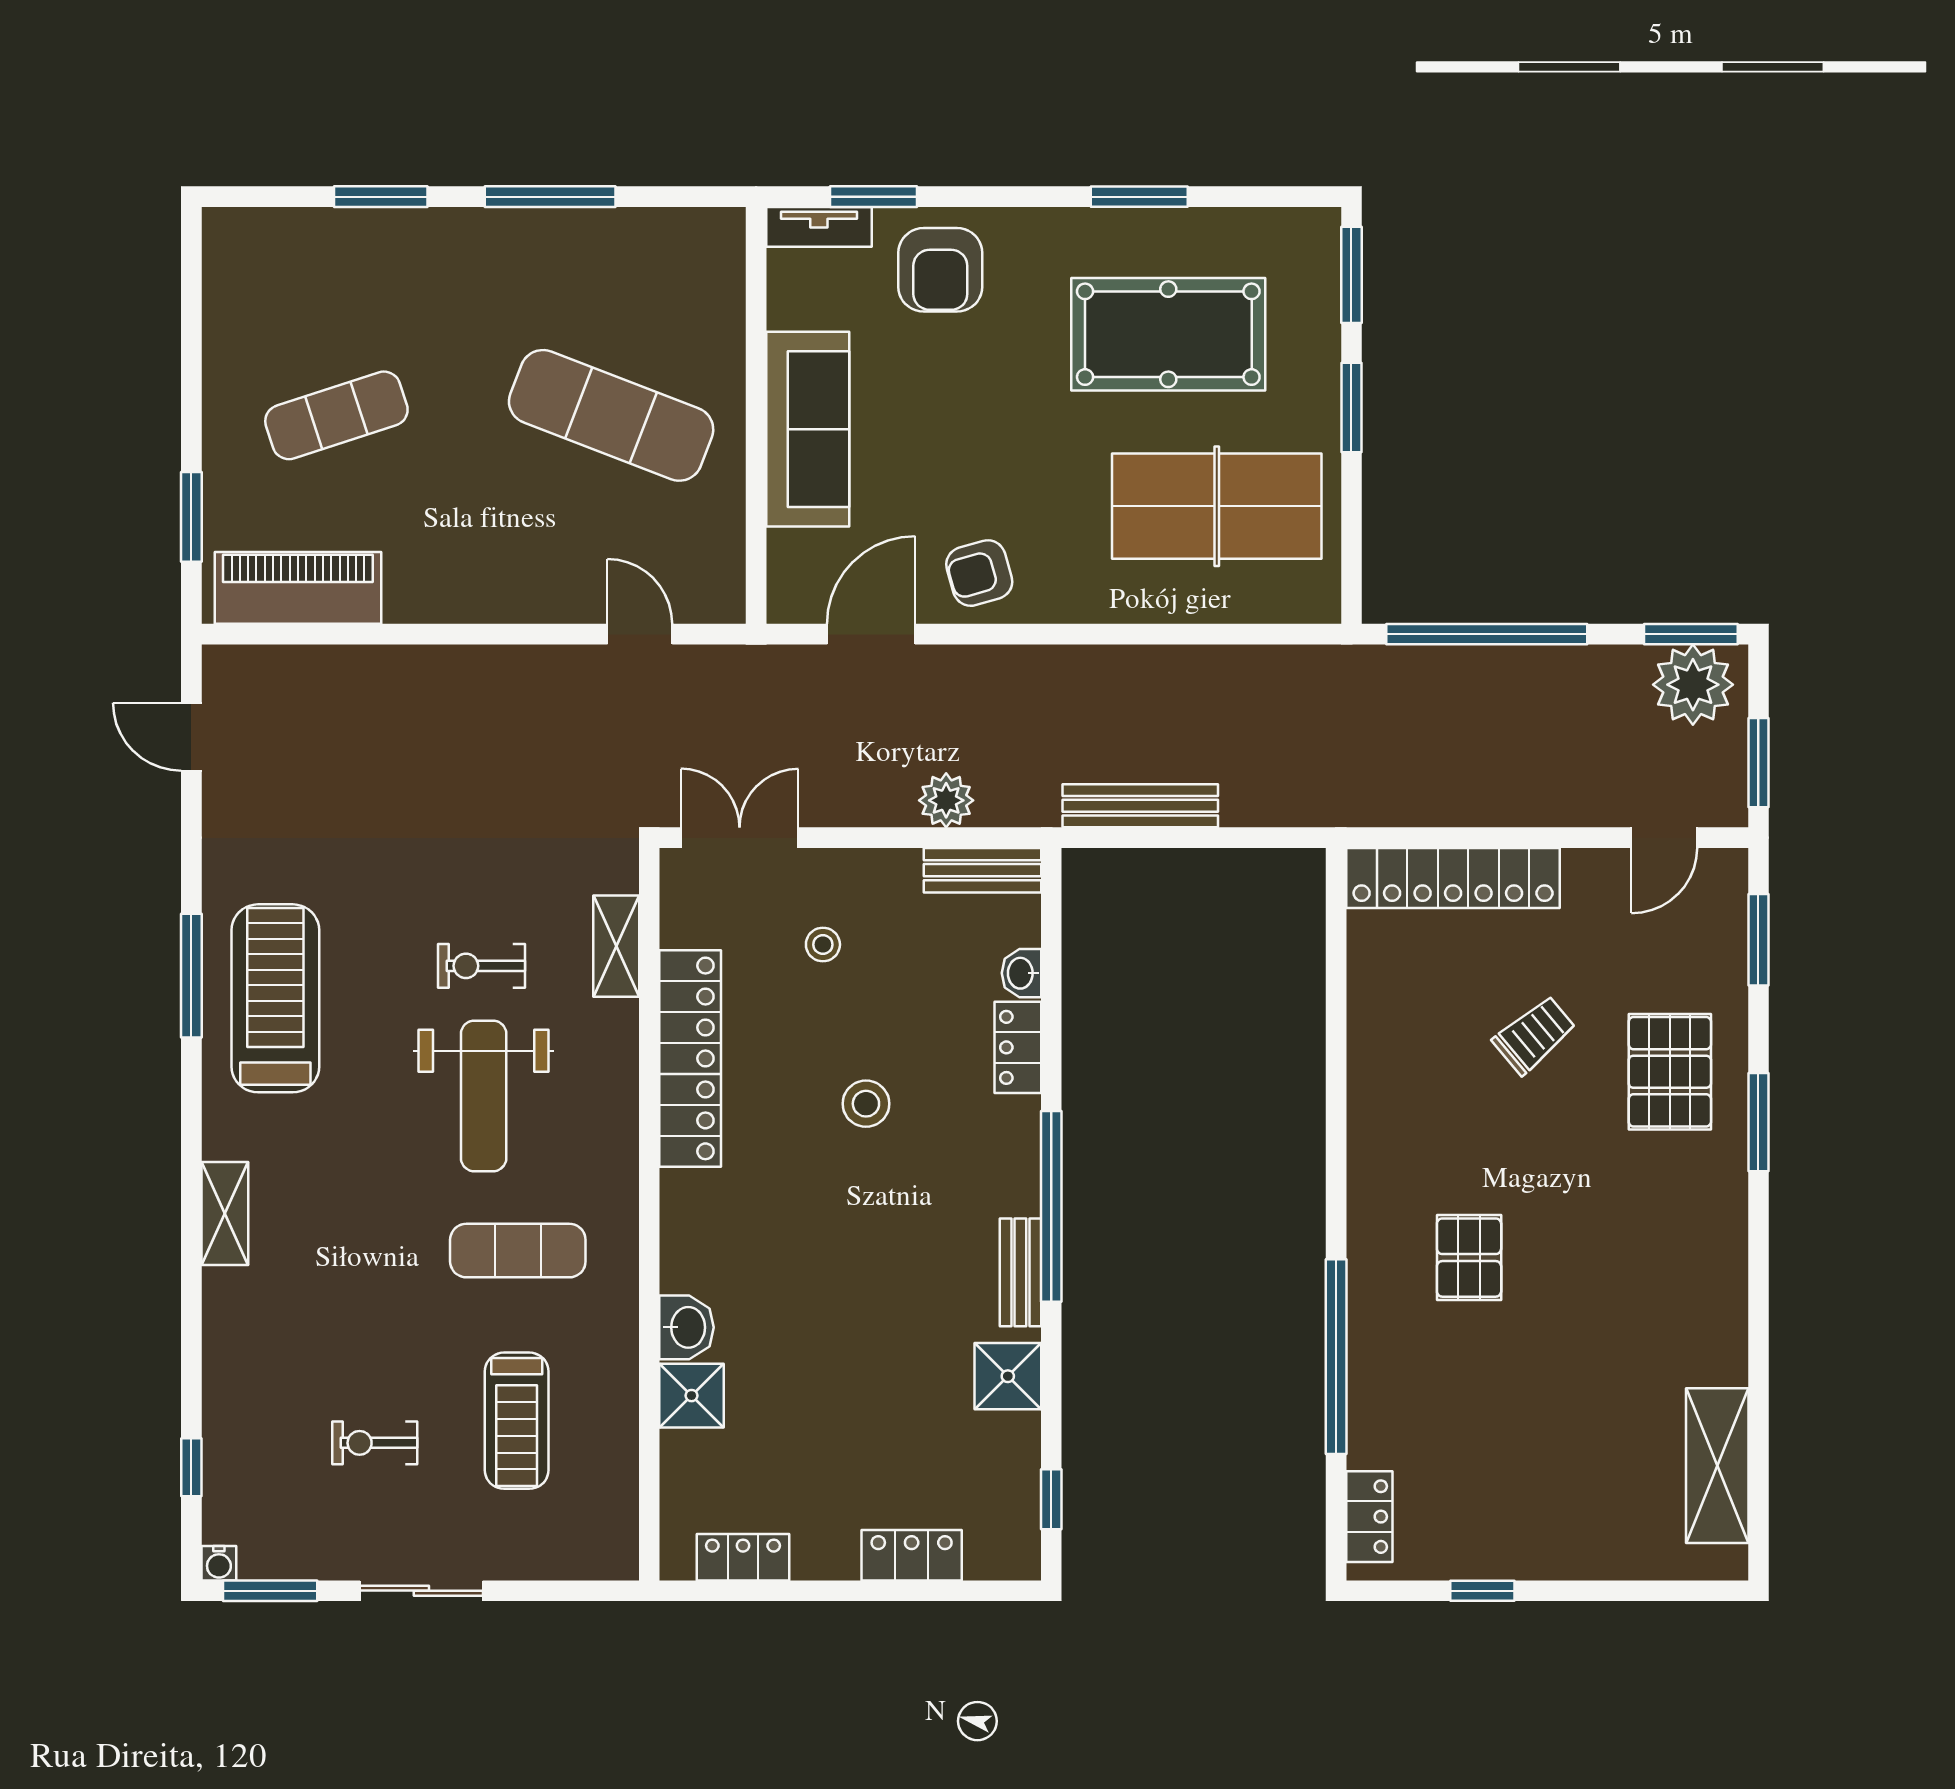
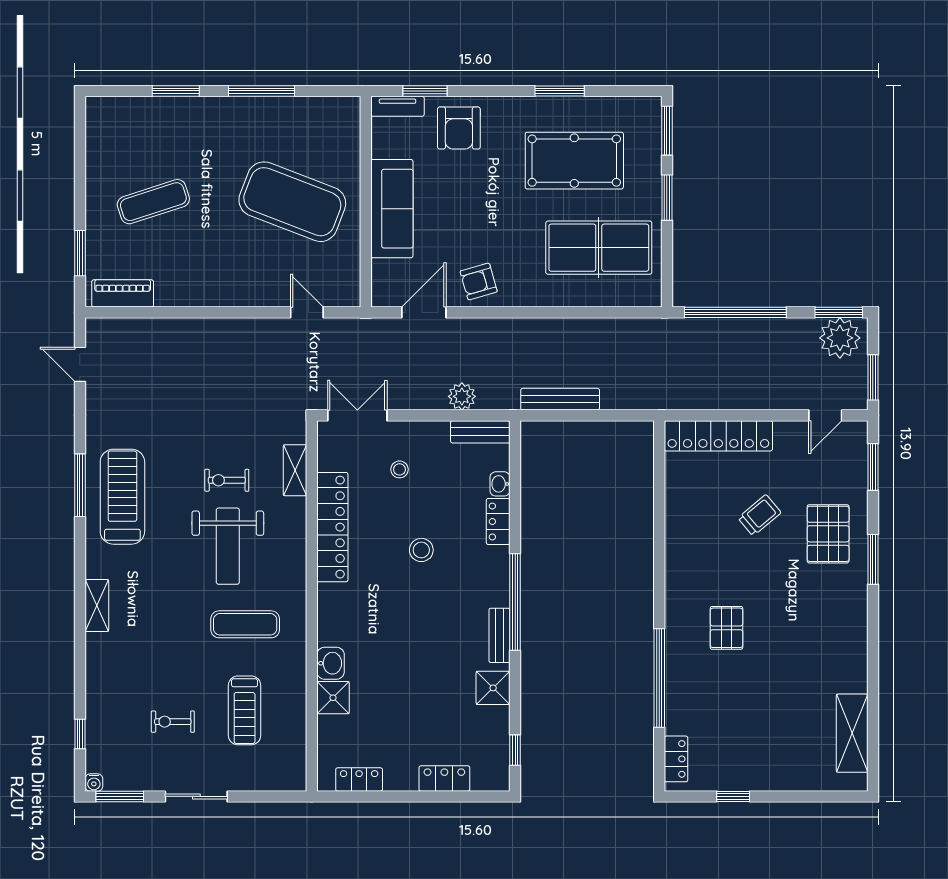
exercise mat: (611, 415) -> (292, 202), width x1.47
piano: (298, 588) -> (123, 293), width x0.73, depth x0.75

